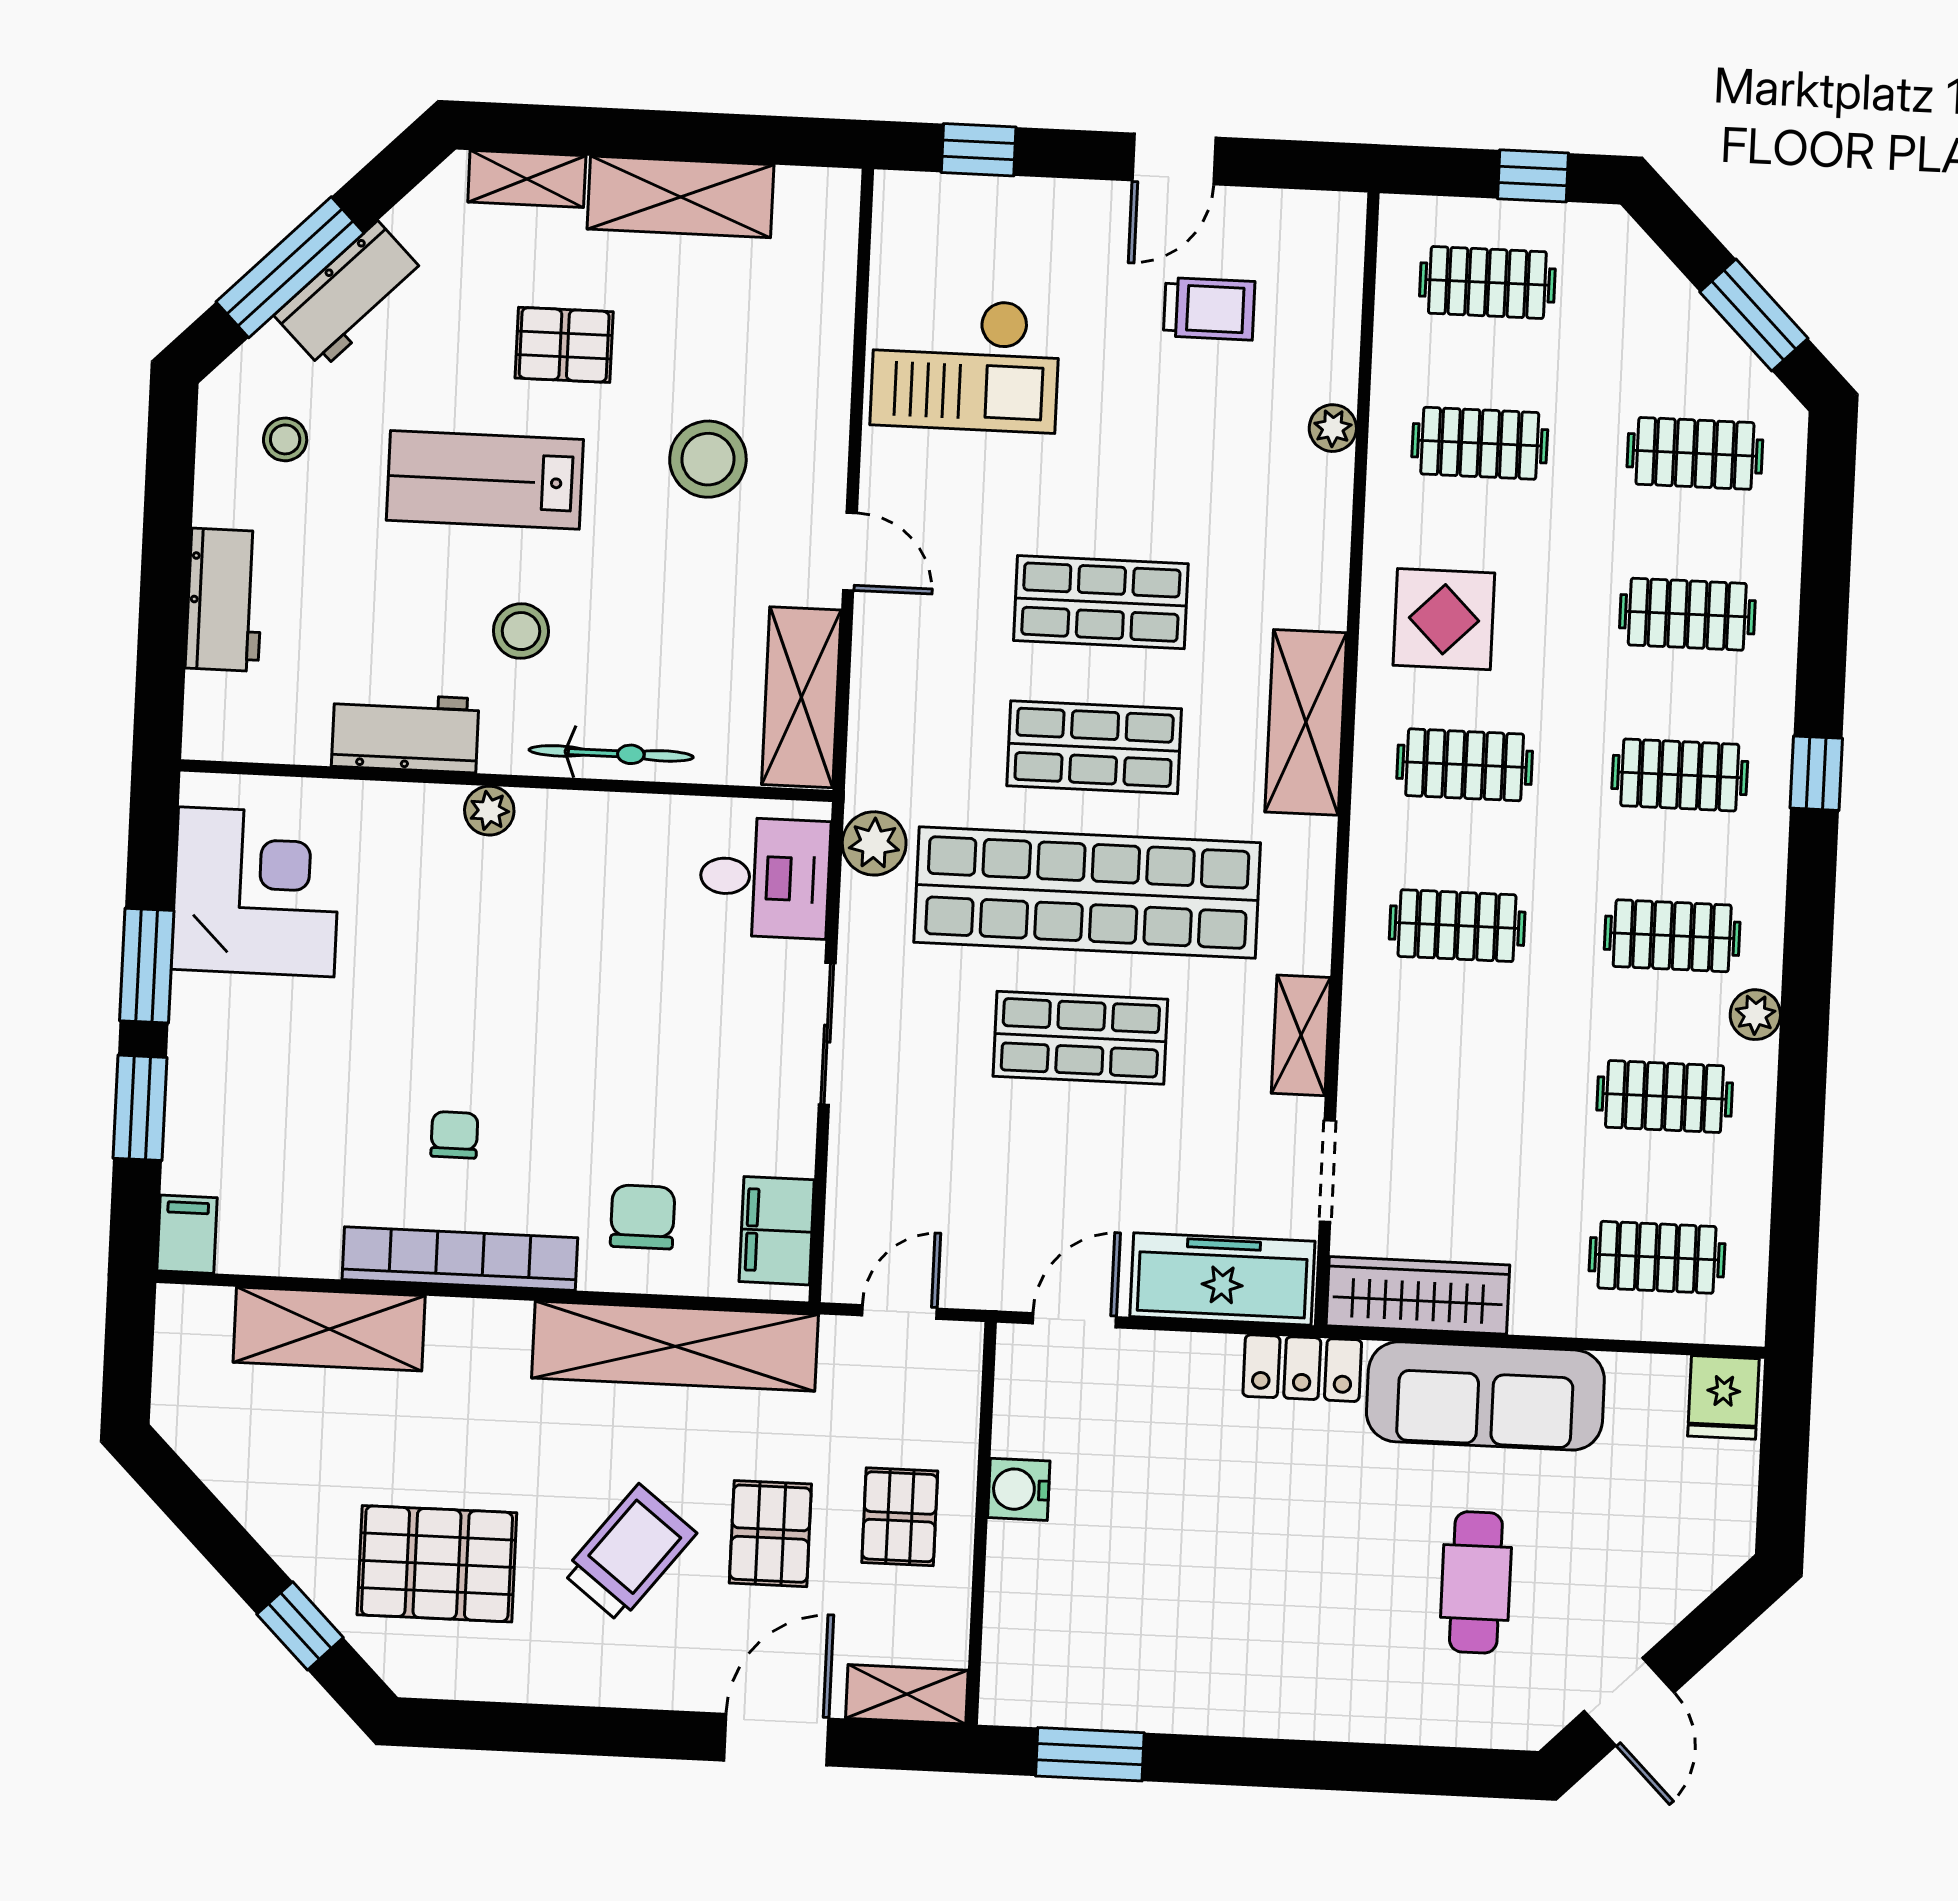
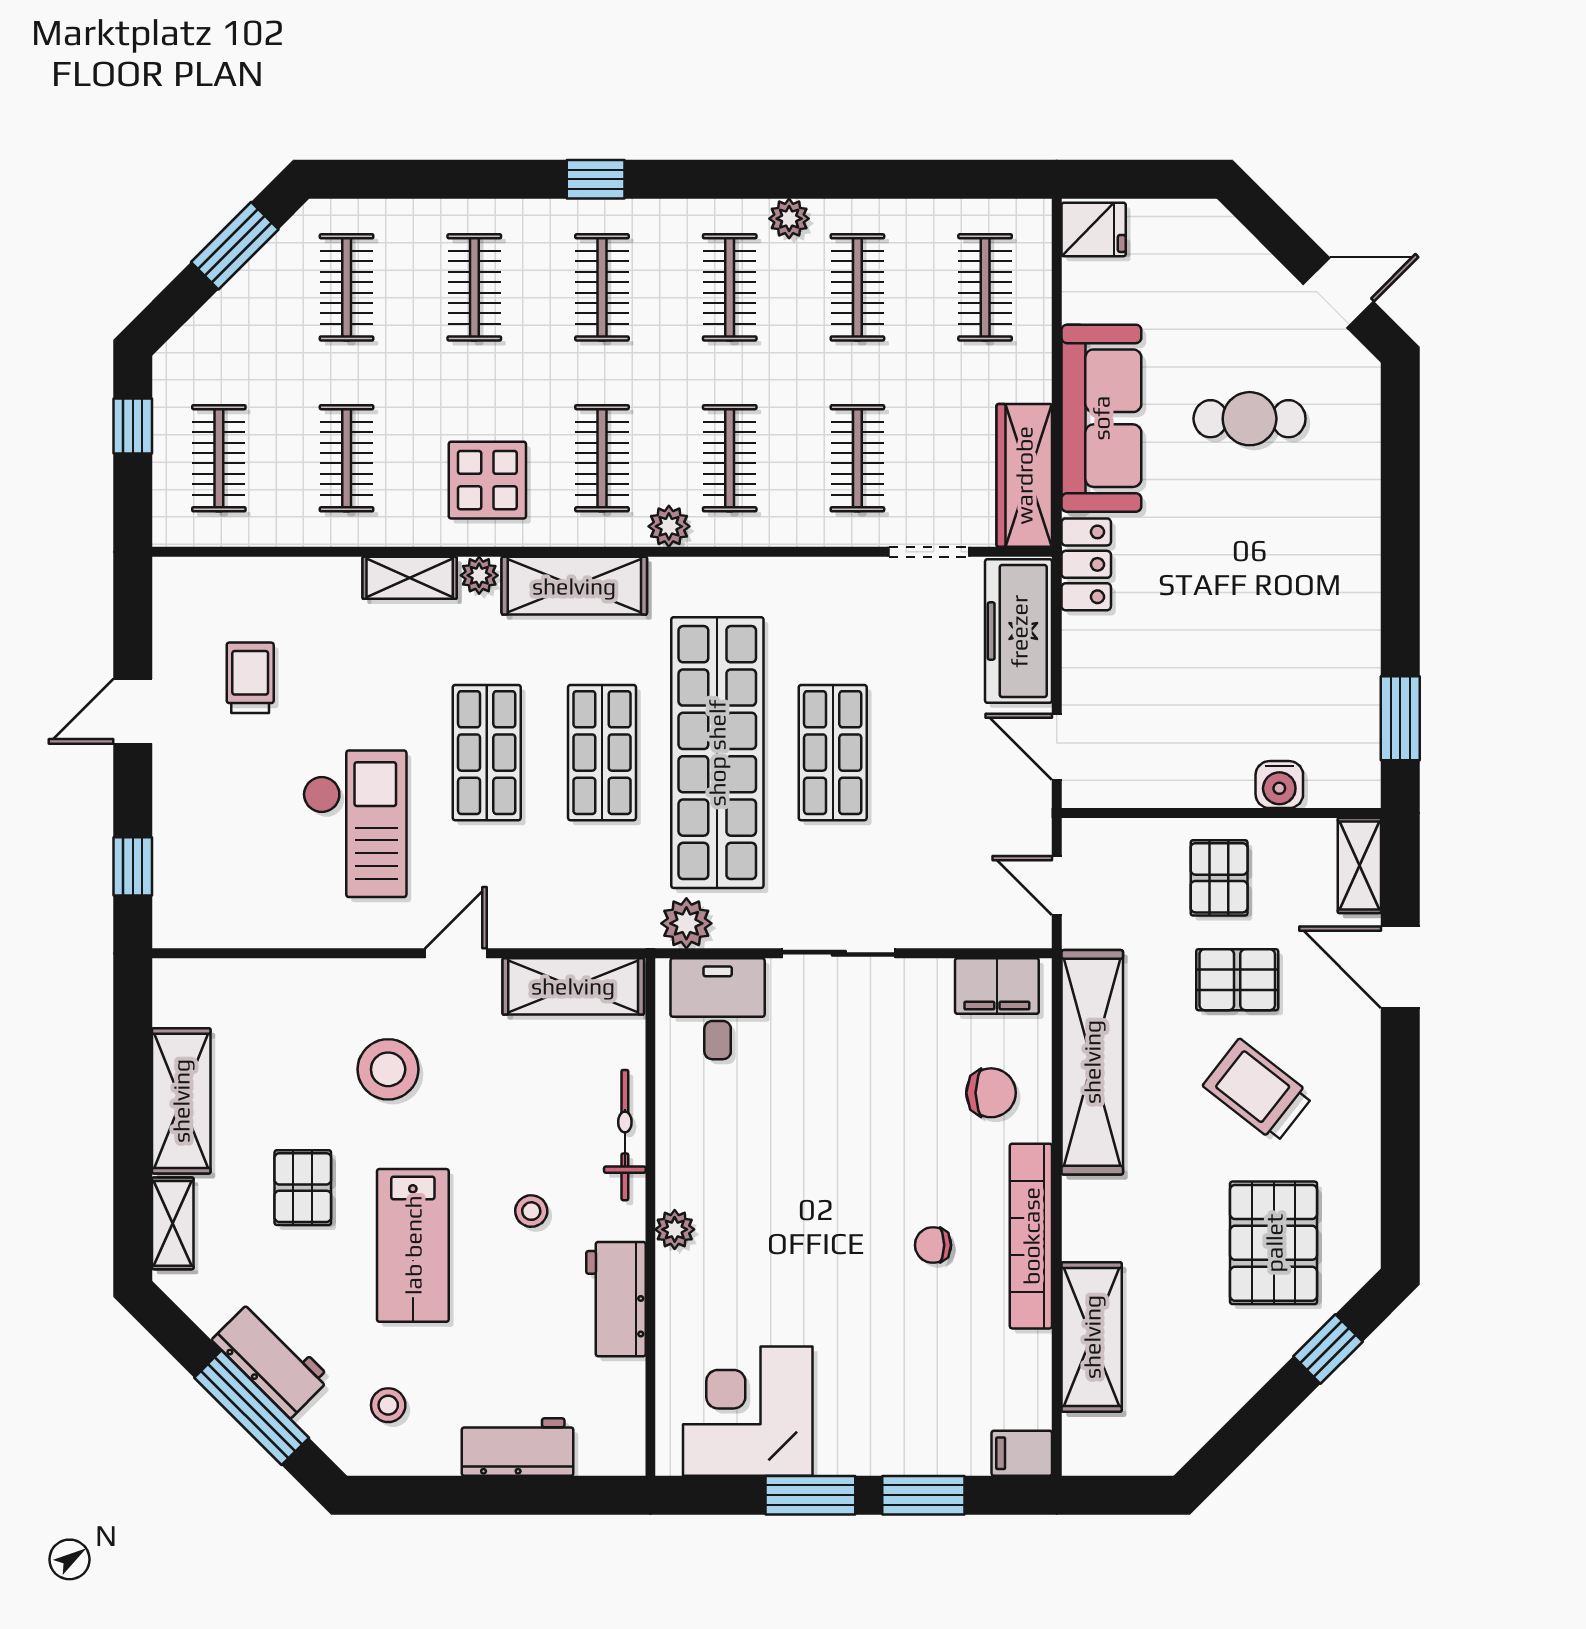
door: (1174, 159) -> (133, 711), swing flipped
checkout: (965, 364) -> (355, 824), moved
plant: (1333, 428) -> (479, 575), moved
stool: (521, 631) -> (531, 1211), width x0.73, depth x0.73
plant: (1375, 845) -> (669, 526), added
shelving: (1301, 1035) -> (410, 578), moved
clothes rail: (1449, 1086) -> (857, 458), added
chair: (643, 1217) -> (991, 1093), turned 180
water cooler: (1019, 1489) -> (1279, 785), moved
pallet: (900, 1517) -> (1219, 878), turned 90

